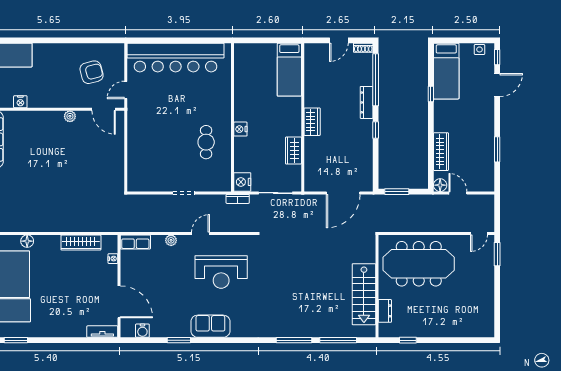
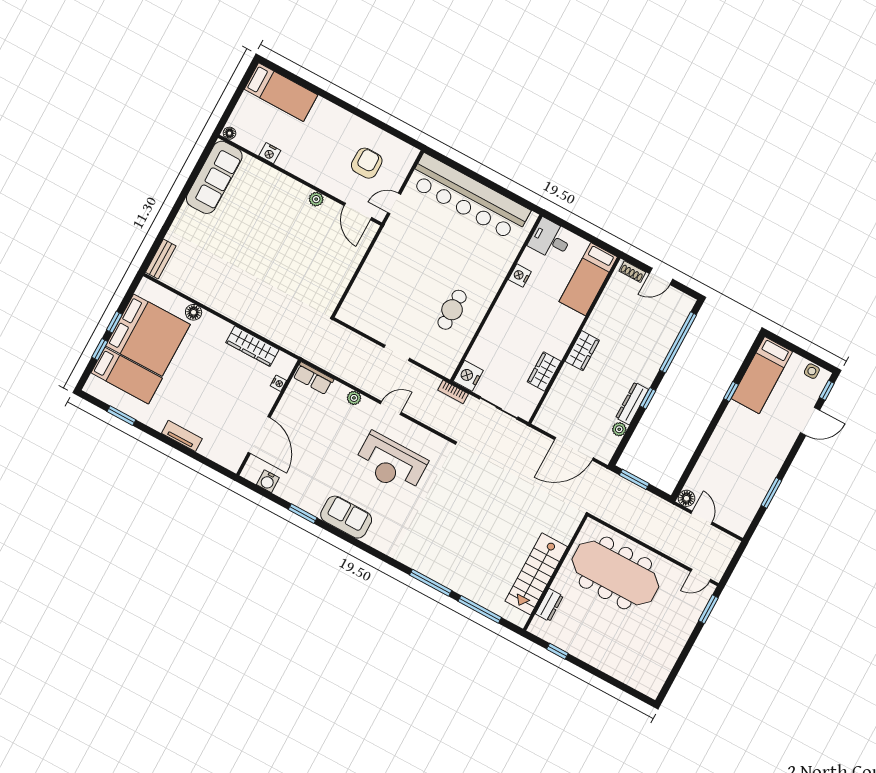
shoe rack: (363, 48) -> (632, 272), moved
desk: (248, 56) -> (550, 239), added
armchair: (92, 72) -> (367, 163), turned -75
dresser: (367, 102) -> (632, 404), moved
nightstand: (240, 129) -> (520, 276), moved
wardrobe: (441, 152) -> (708, 462), removed
plant: (367, 162) -> (619, 429), added
tv unit: (102, 332) -> (182, 436), moved

